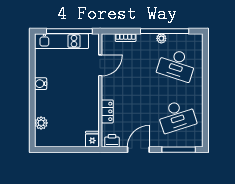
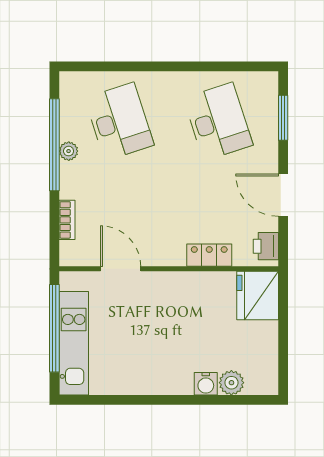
desk: (177, 65) -> (119, 122), turned -36
water cooler: (41, 84) -> (206, 384), moved
fridge: (92, 139) -> (258, 296), width x1.88, depth x1.34
window: (179, 150) -> (283, 118), width x0.69

